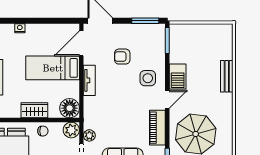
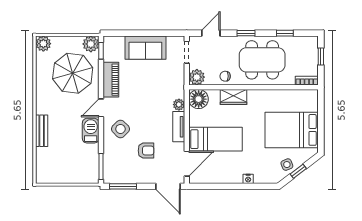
side table: (148, 78) -> (120, 129), turned 45
plant: (89, 135) -> (179, 105), moved

